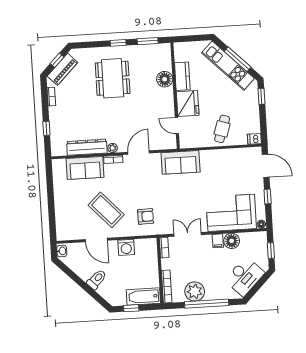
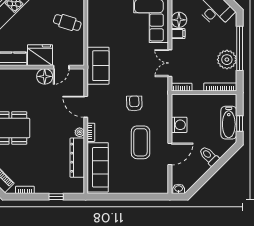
floor lamp: (165, 79) -> (45, 76), moved
sofa: (85, 168) -> (98, 167), width x1.36
coffee table: (106, 210) -> (141, 142), turned -47
armchair: (146, 216) -> (134, 103), moved
bathtub: (143, 297) -> (229, 123), moved

